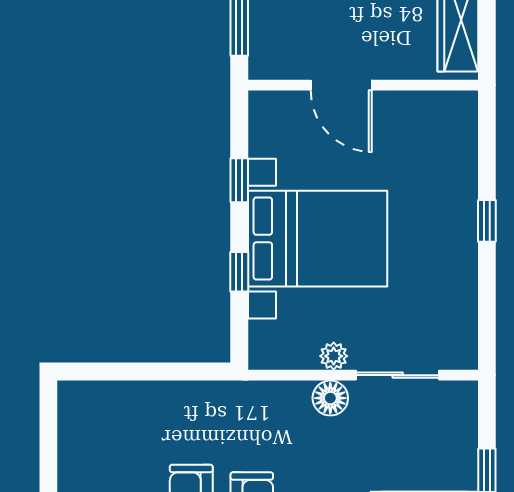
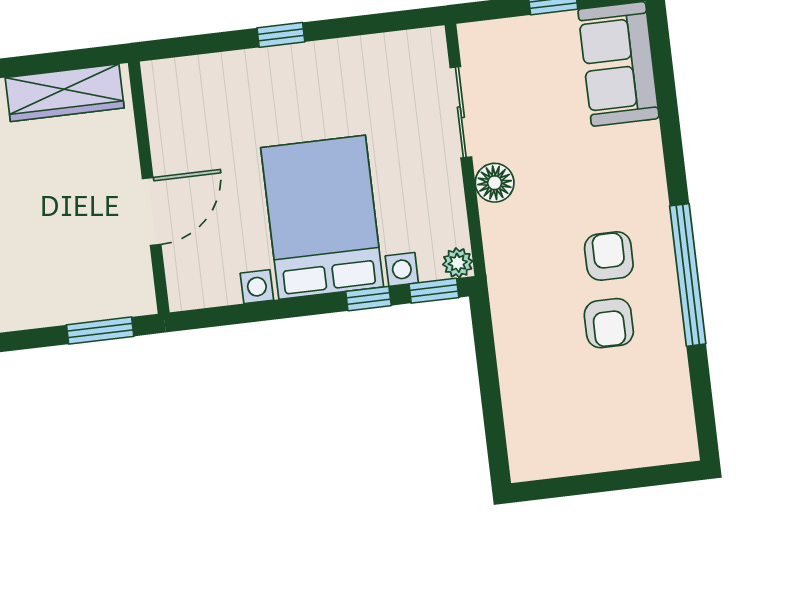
window: (239, 180) -> (434, 291), moved
plant: (334, 356) -> (458, 263), moved

